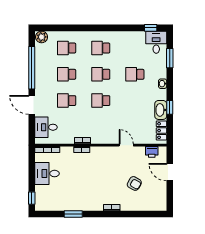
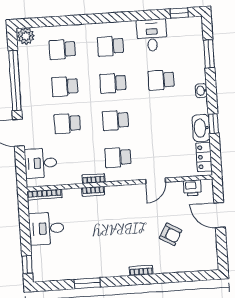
desk: (156, 42) -> (152, 35), moved
school desk: (101, 127) -> (118, 157), added
door: (126, 145) -> (156, 181), swing flipped

